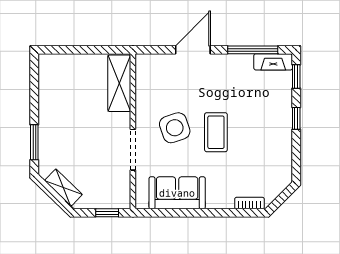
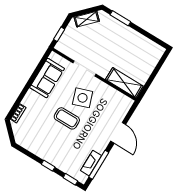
fireplace: (273, 62) -> (91, 163), moved

